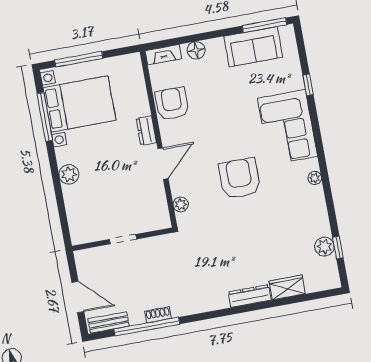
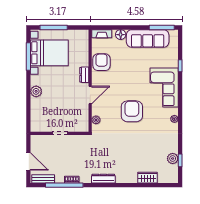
sofa: (253, 47) -> (148, 38), width x1.36
dresser: (250, 296) -> (103, 179), moved

